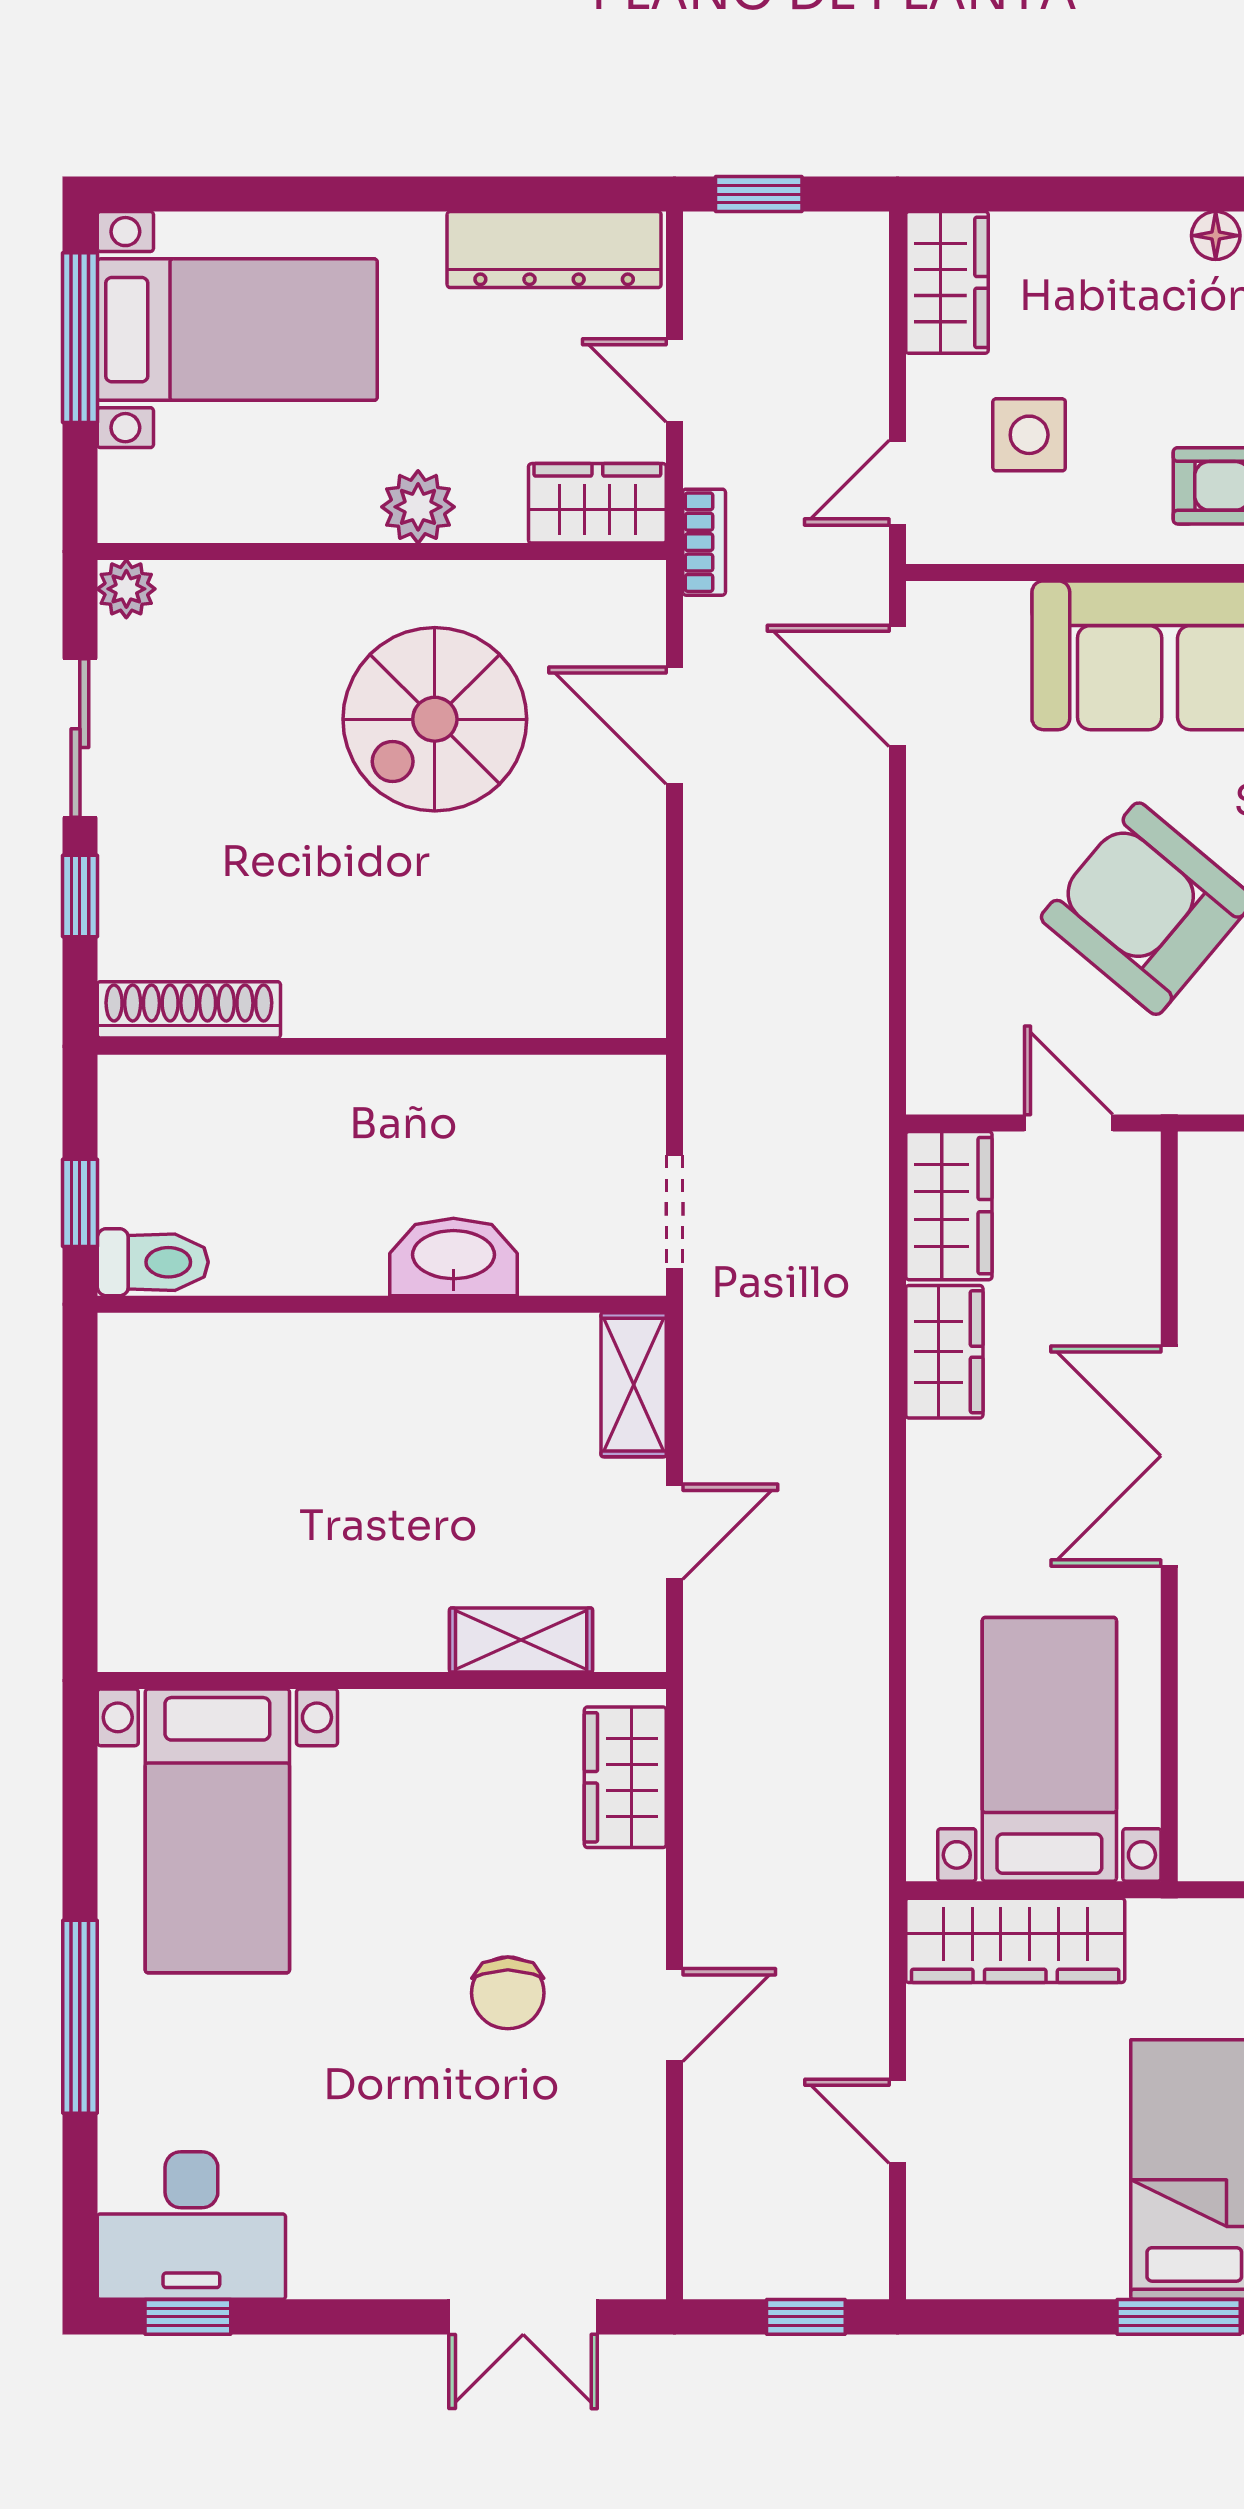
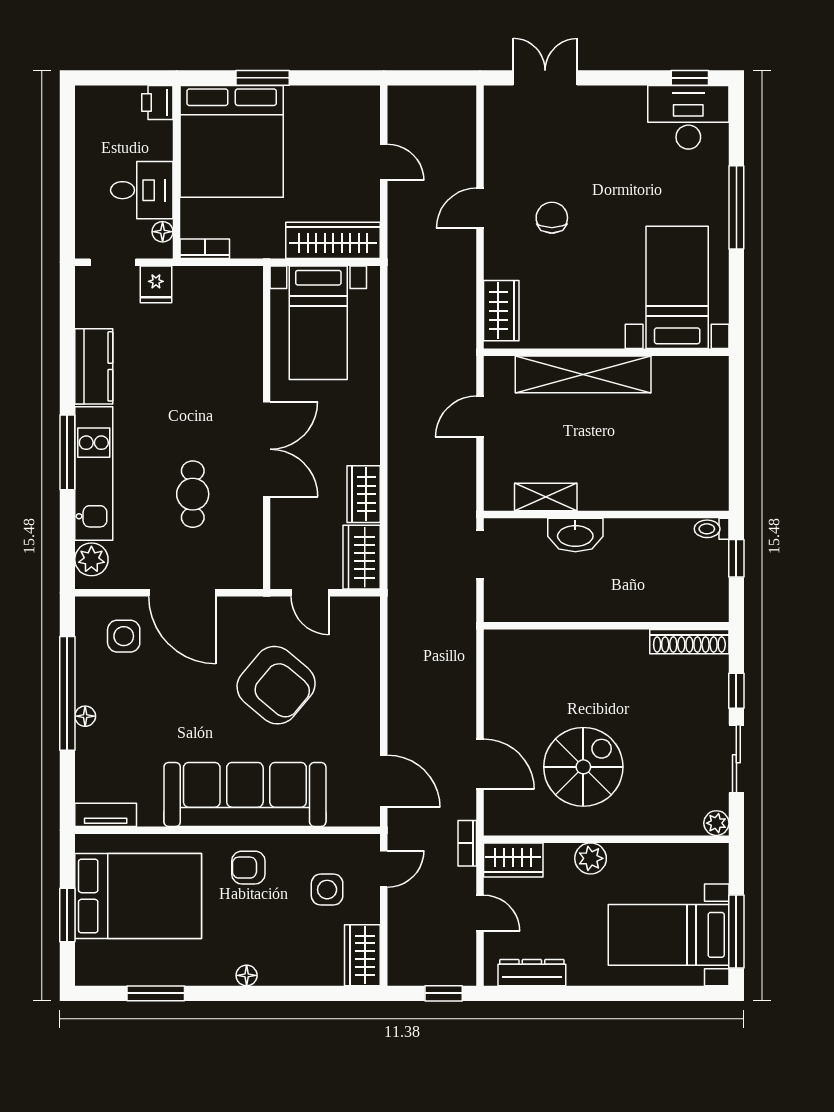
dresser: (554, 250) -> (532, 973), width x0.73, depth x0.80
toilet: (153, 1262) -> (712, 529), width x0.73, depth x0.72
shelving: (634, 1385) -> (546, 497), moved, turned 90
shelving: (521, 1640) -> (583, 374), width x2.20, depth x1.33
window: (806, 2317) -> (423, 78), removed

